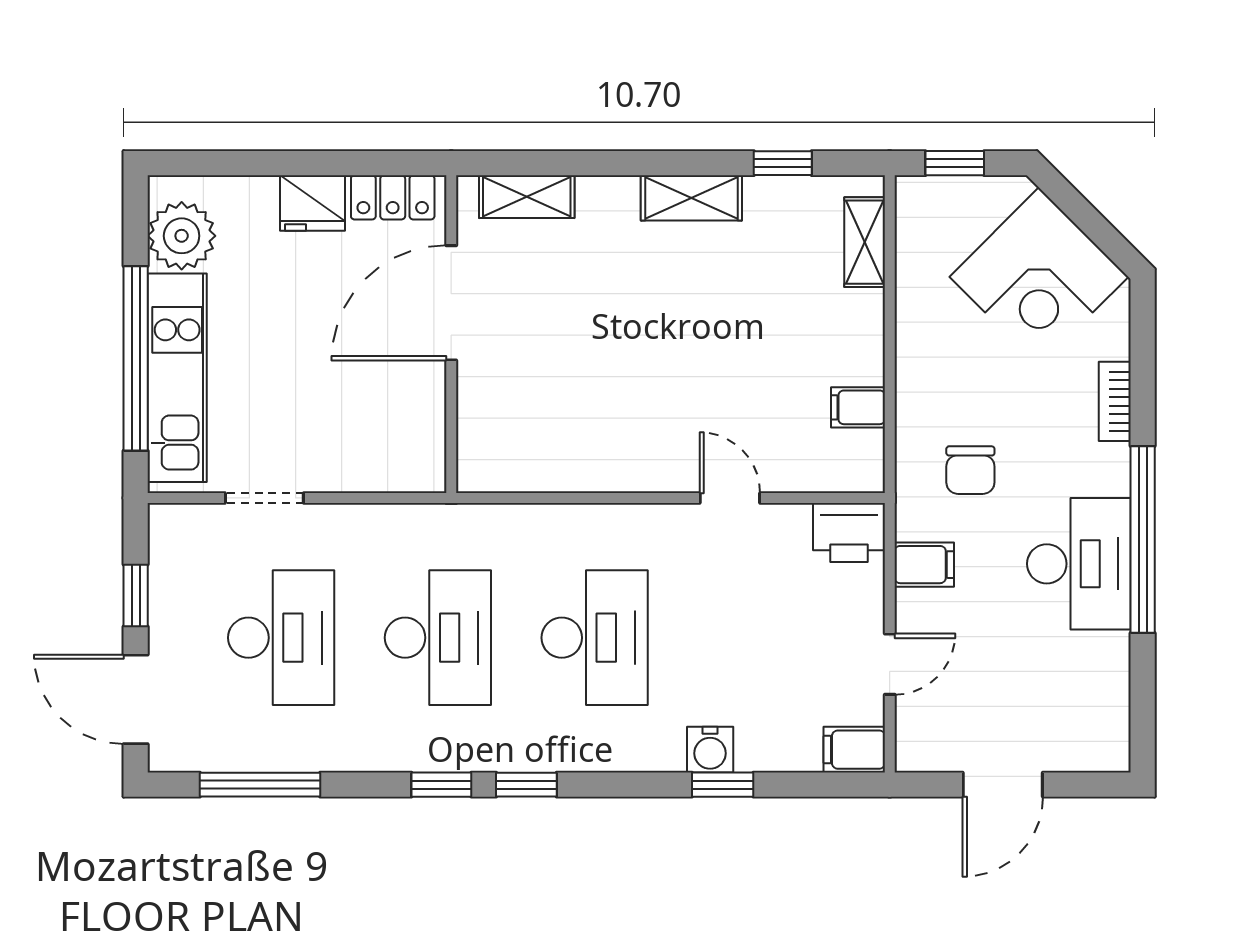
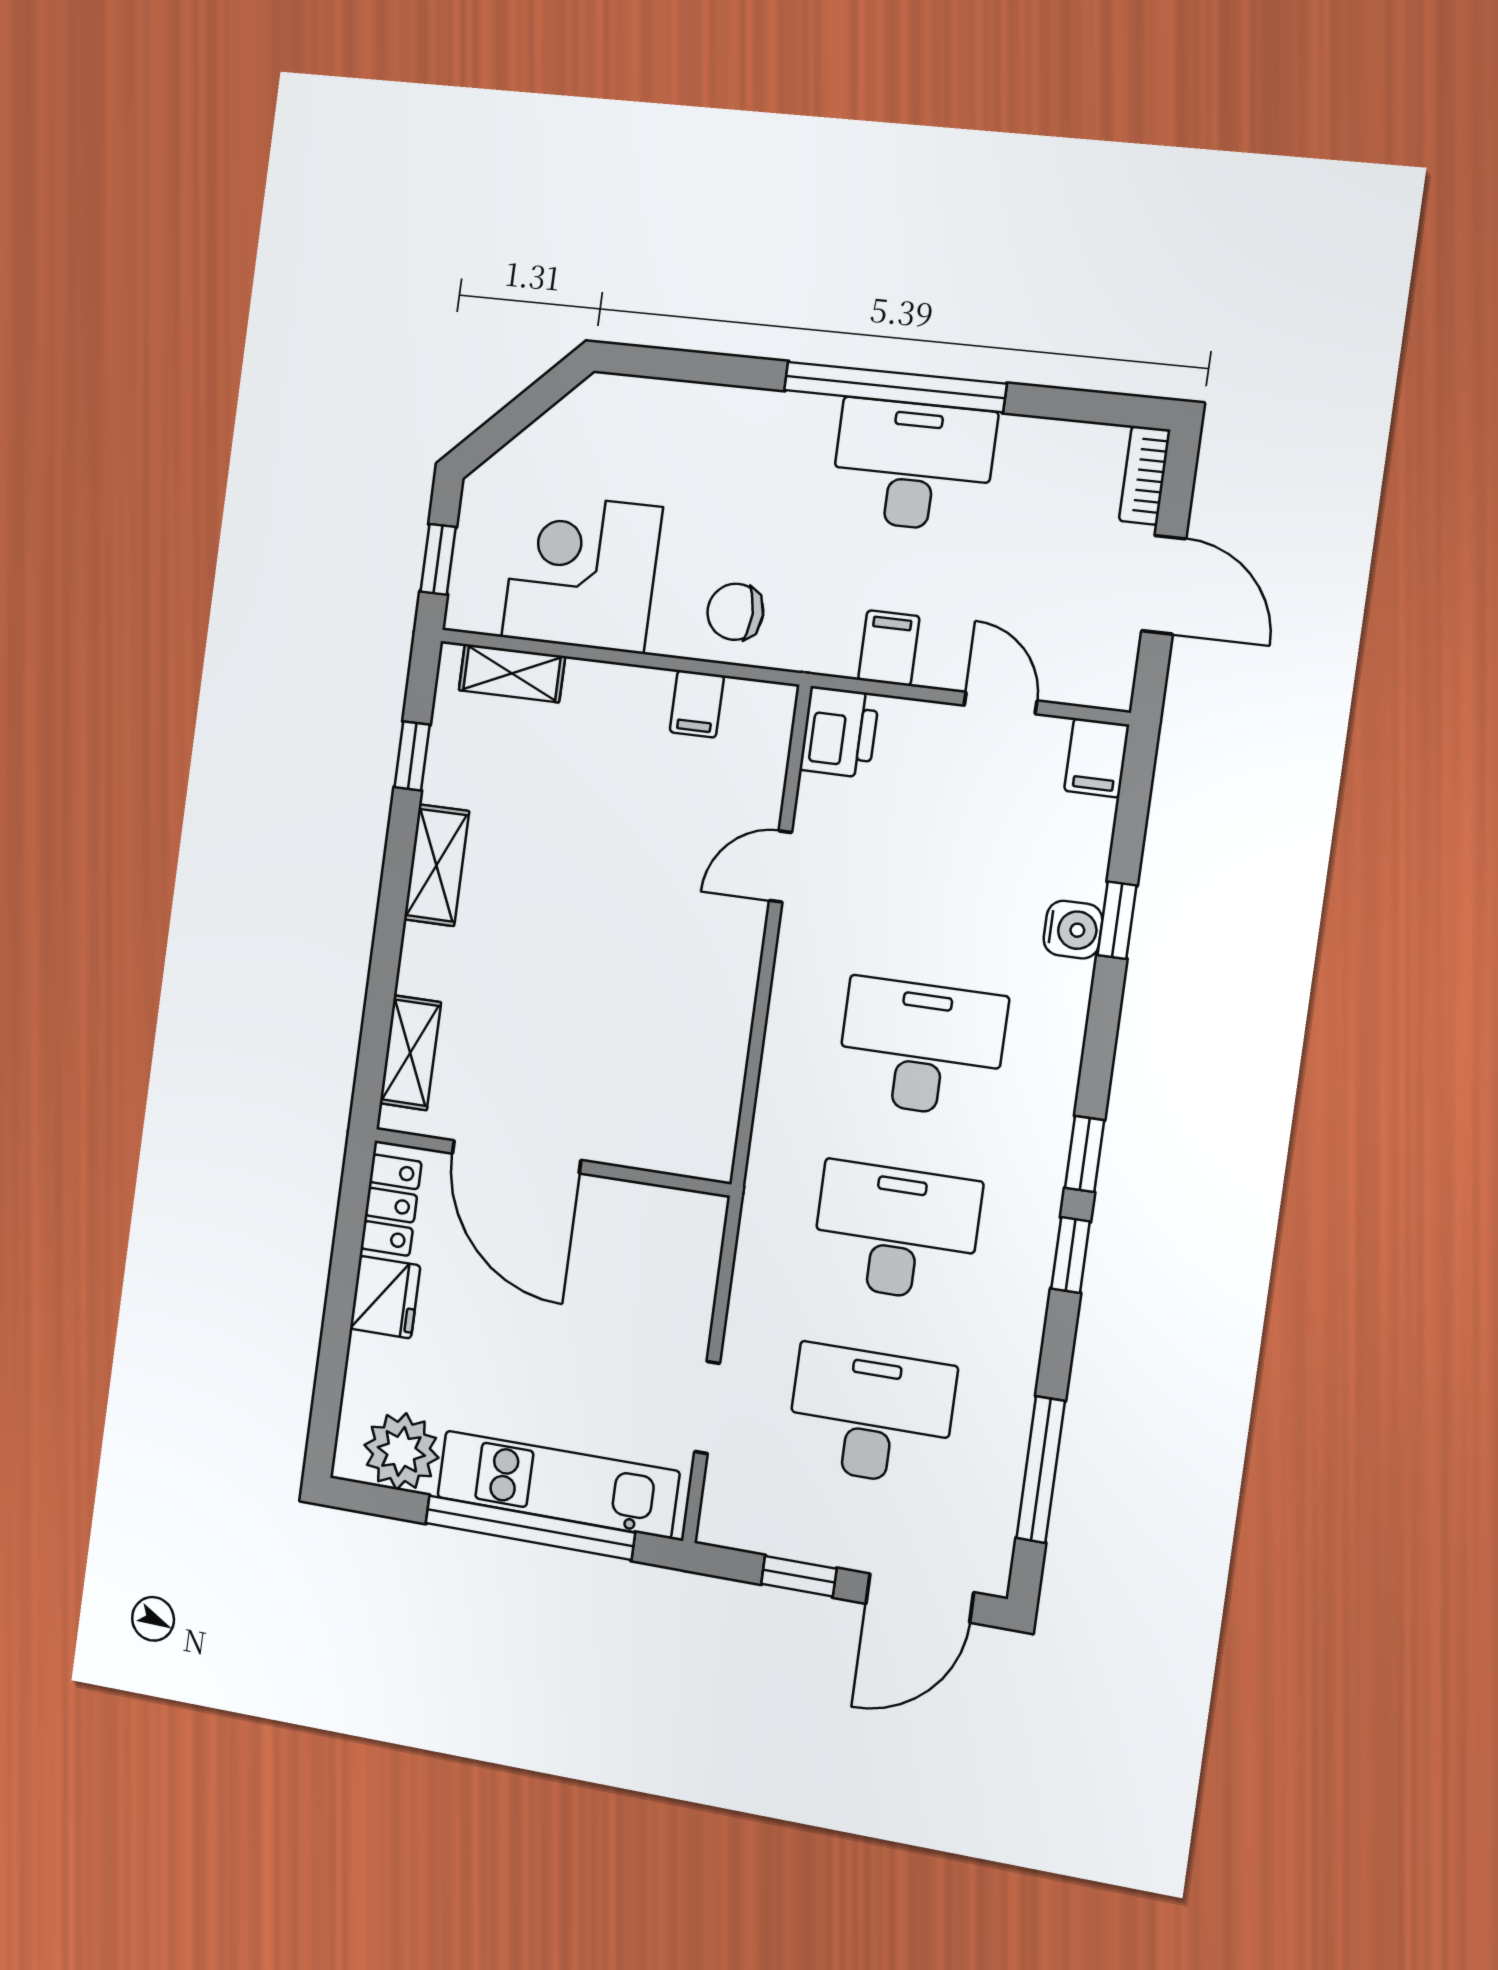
corner desk: (1039, 277) -> (582, 572), moved, turned -135
bookcase: (1115, 401) -> (1145, 475), moved, turned 90
chair: (970, 470) -> (735, 612), moved, turned 180

